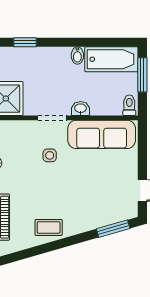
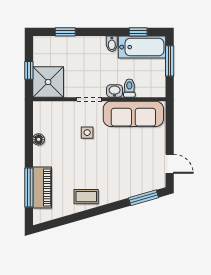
window: (107, 42) -> (138, 32), added
toilet: (129, 105) -> (129, 88), moved

